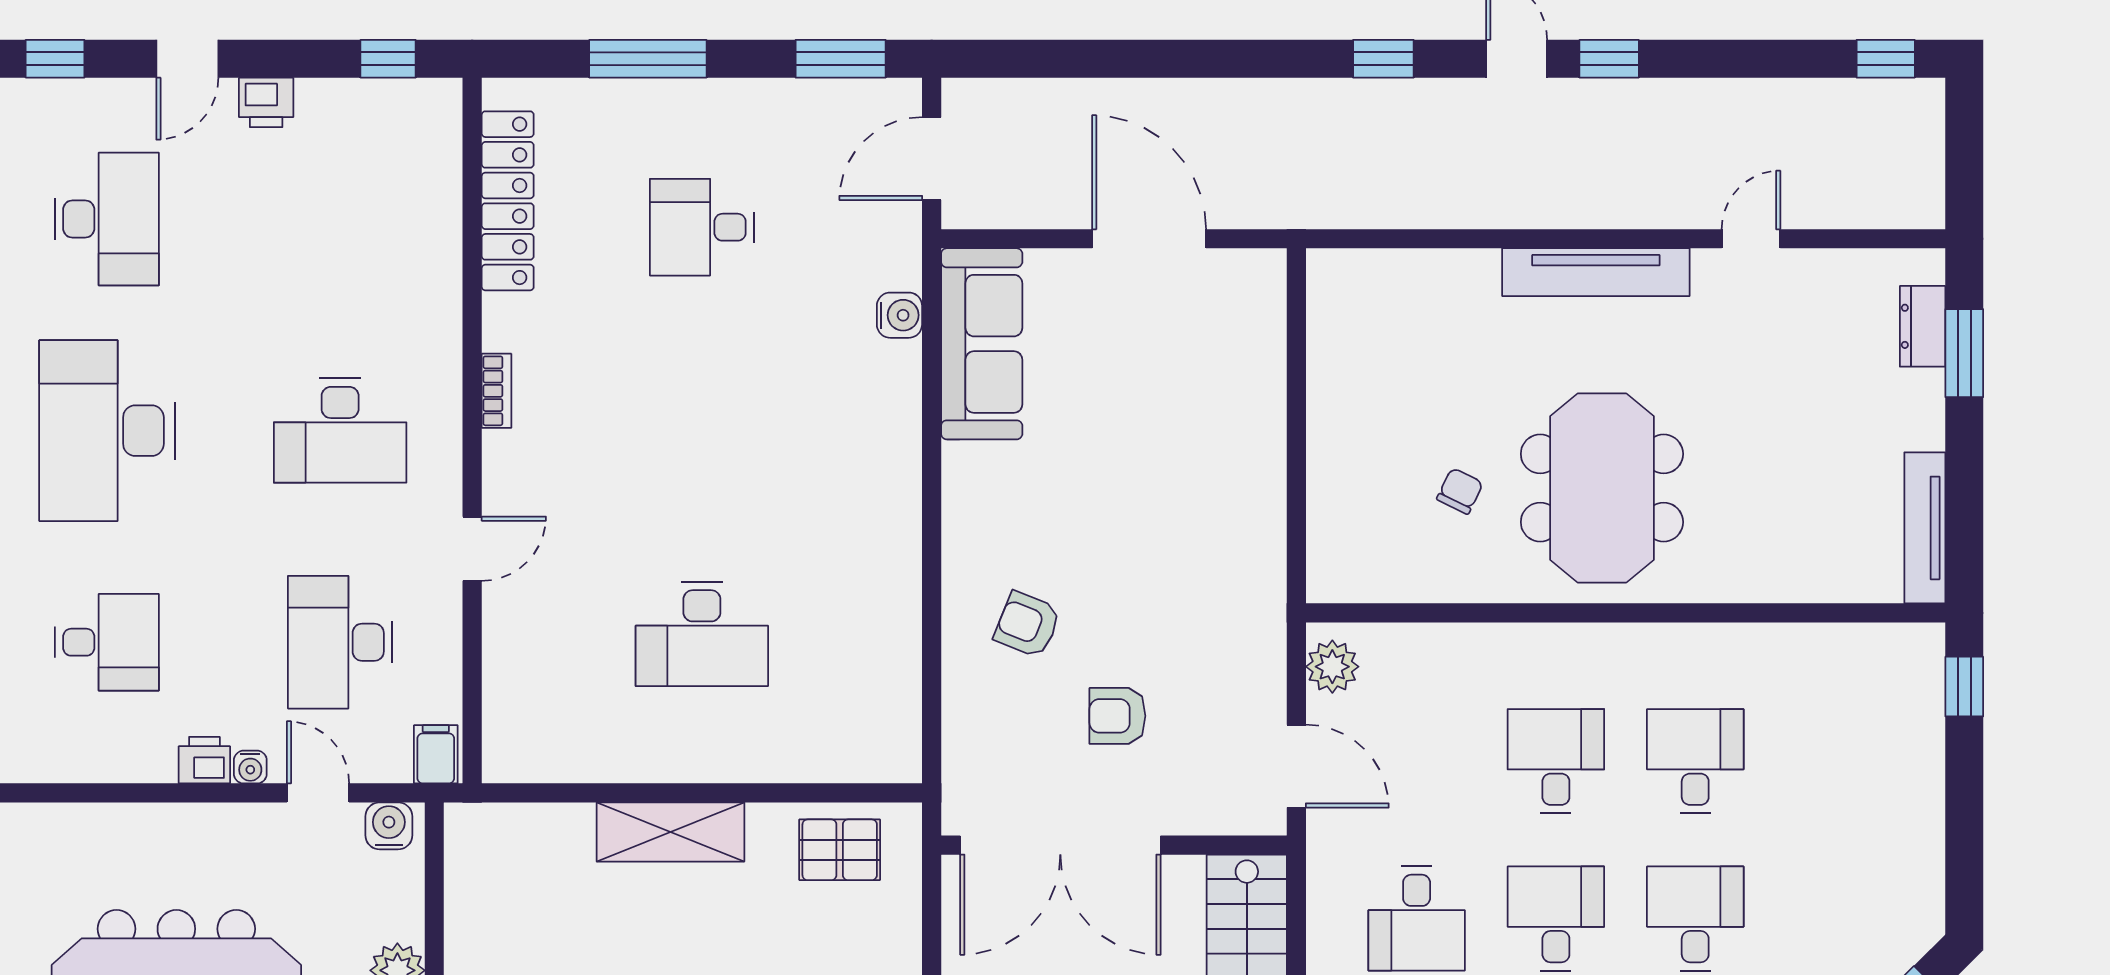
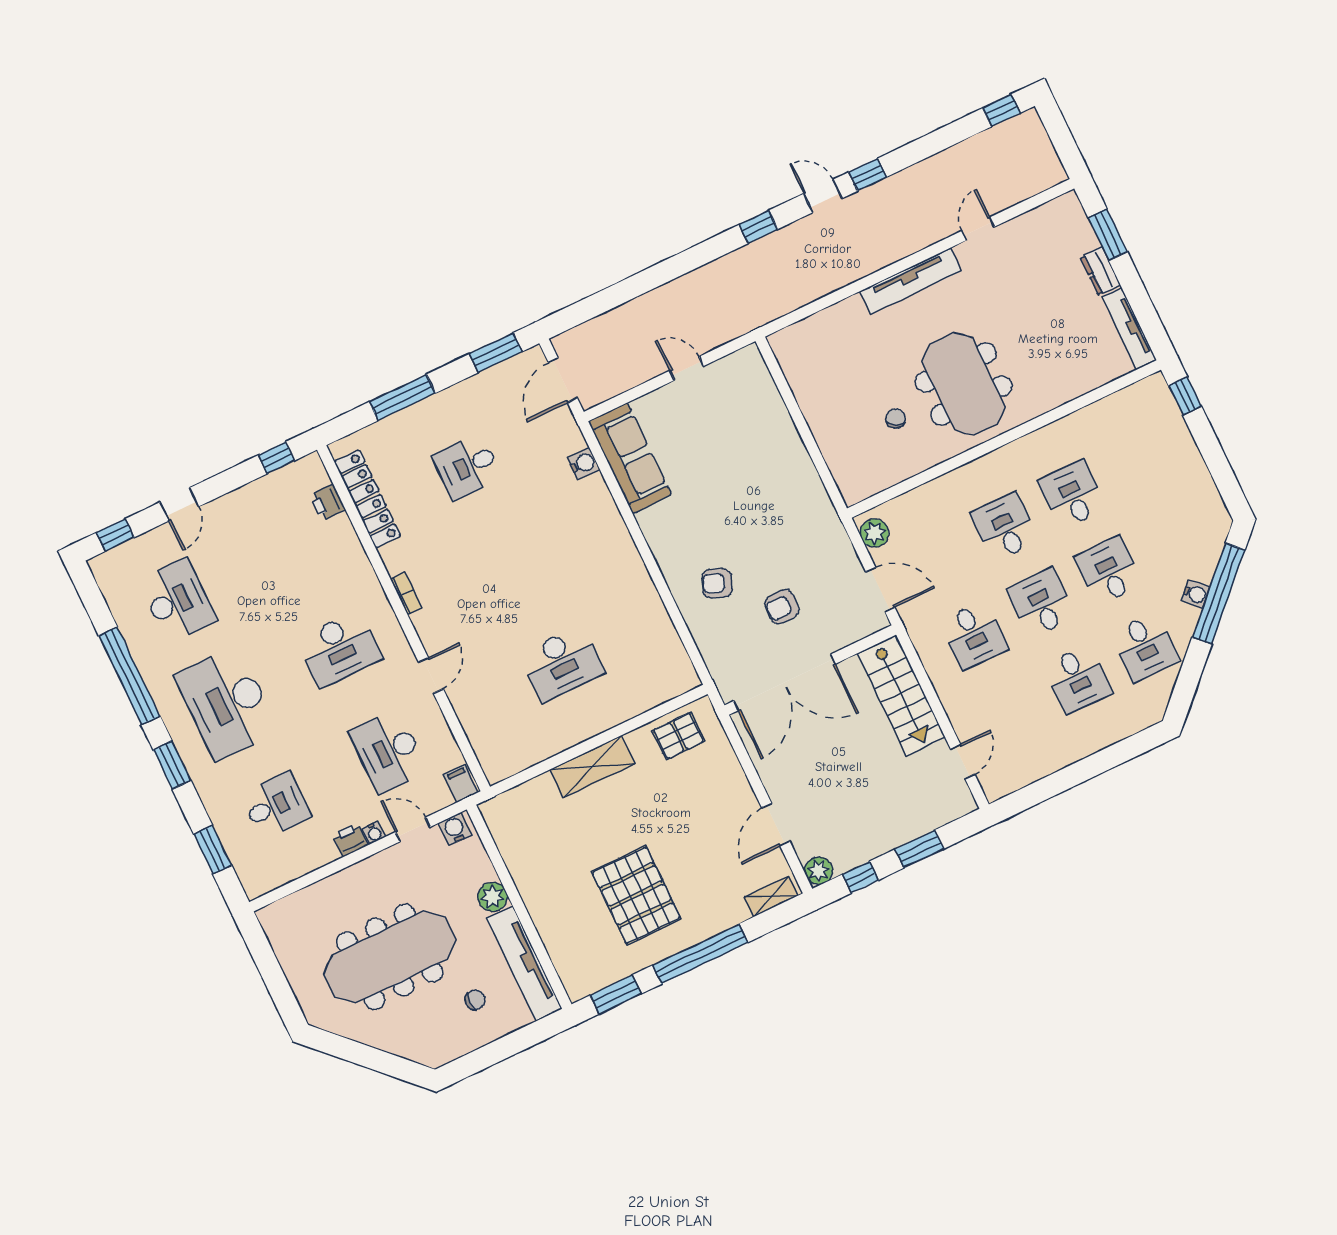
printer: (266, 102) -> (328, 502), moved, turned 90
door: (1149, 239) -> (687, 368), width x0.53
dresser: (1923, 326) -> (1100, 271), moved

